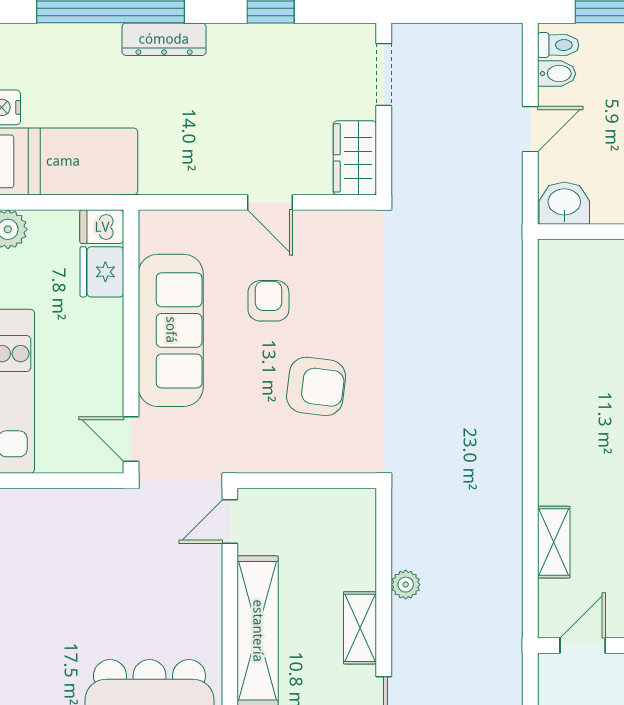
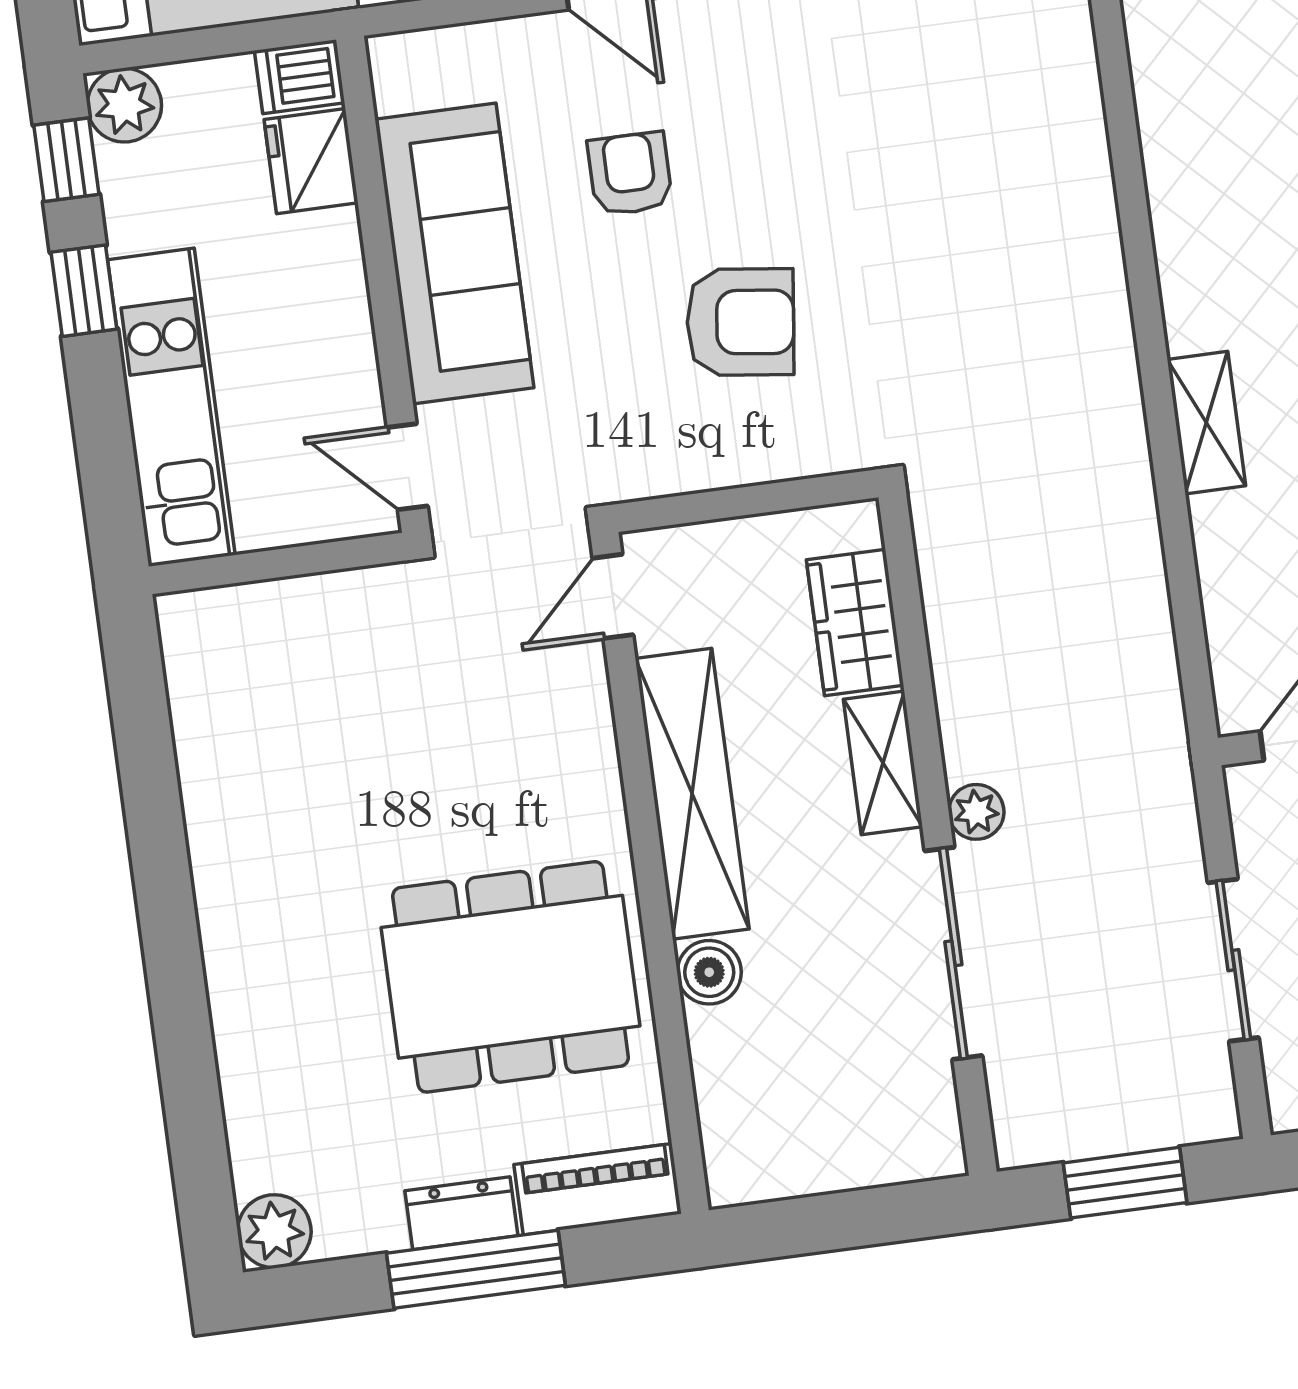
shelving: (554, 542) -> (1206, 423), moved
wardrobe: (355, 552) -> (855, 622), added
plant: (406, 585) -> (976, 812), moved

